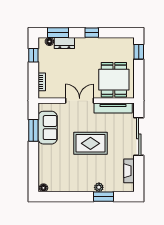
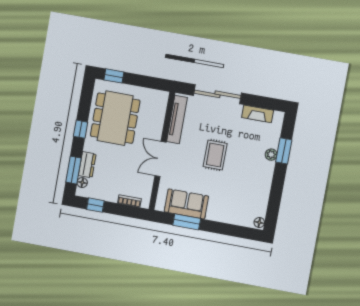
dining table: (114, 80) -> (115, 118), moved, width x1.38
rug: (90, 143) -> (215, 155), width x0.73, depth x0.70

